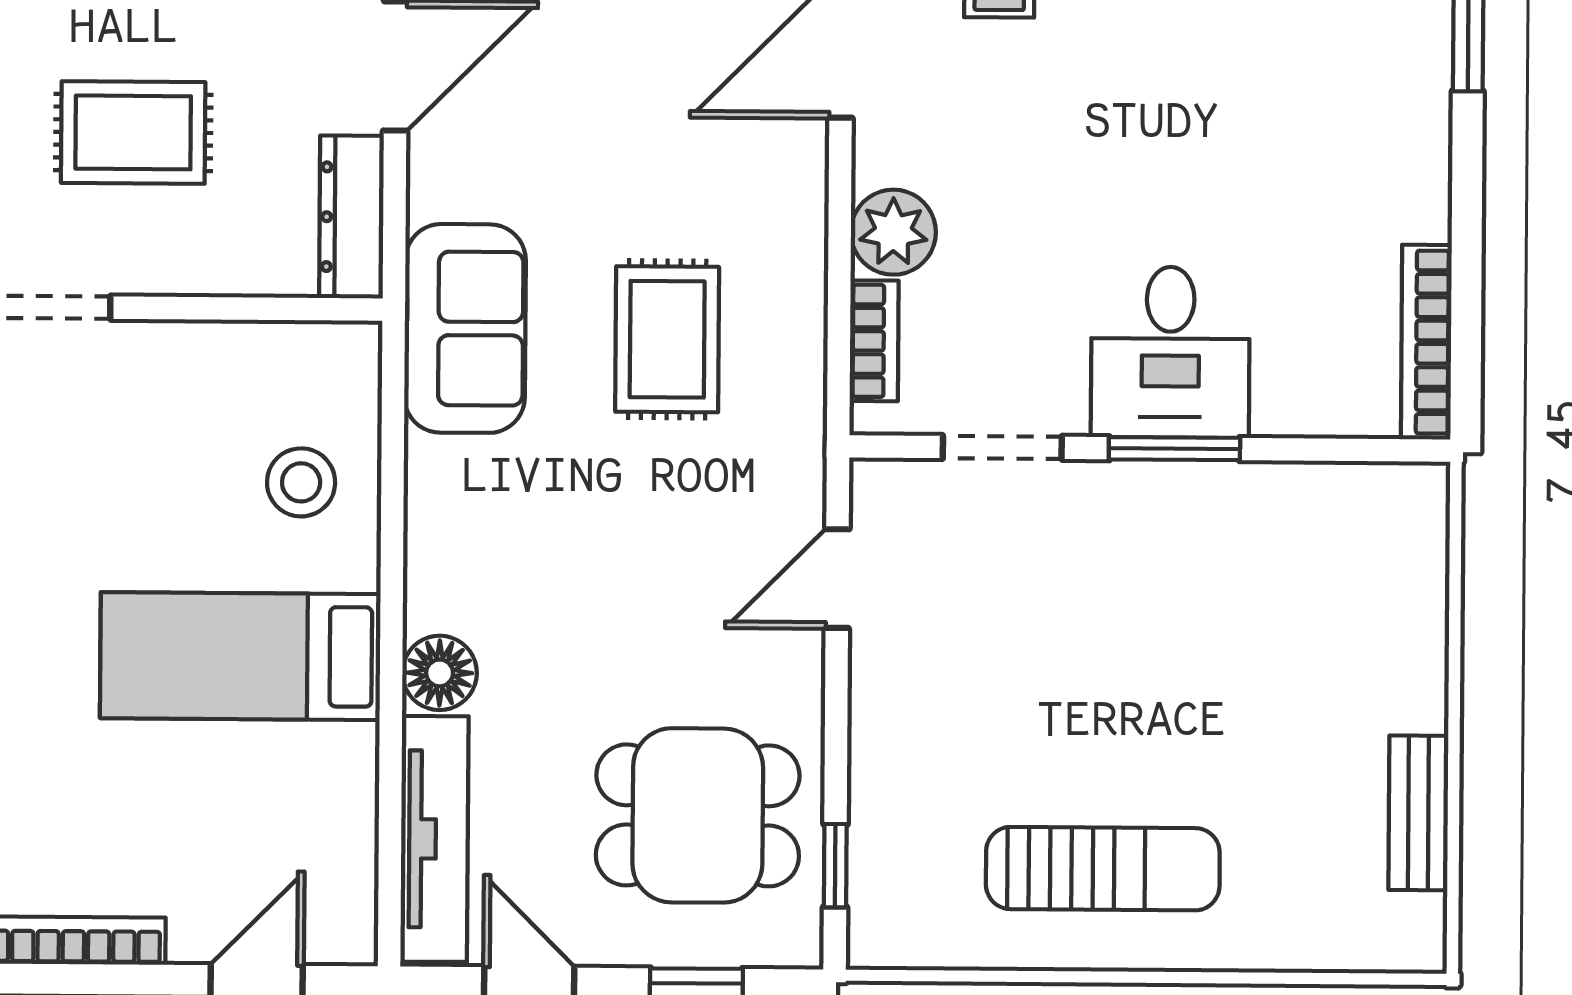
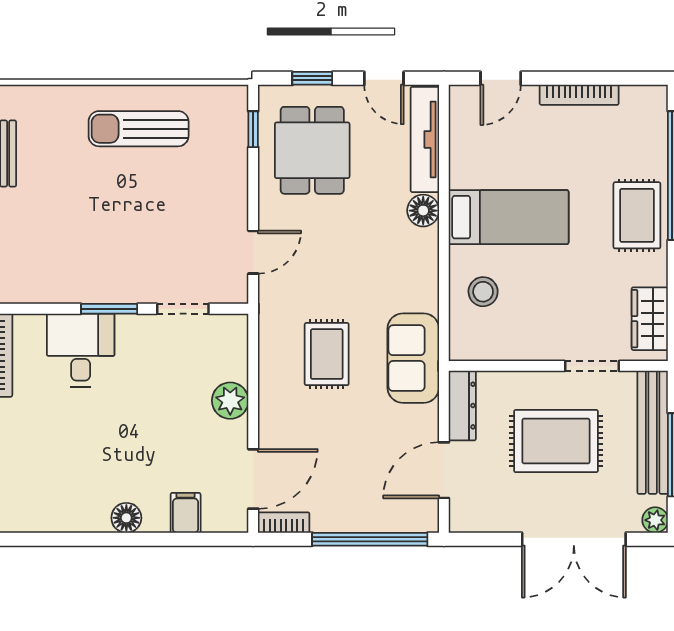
rug: (133, 132) -> (556, 441), width x1.36, depth x1.43
bookcase: (874, 341) -> (238, 354), removed
desk: (1170, 352) -> (81, 350), moved
dining table: (698, 815) -> (312, 150), turned 90

